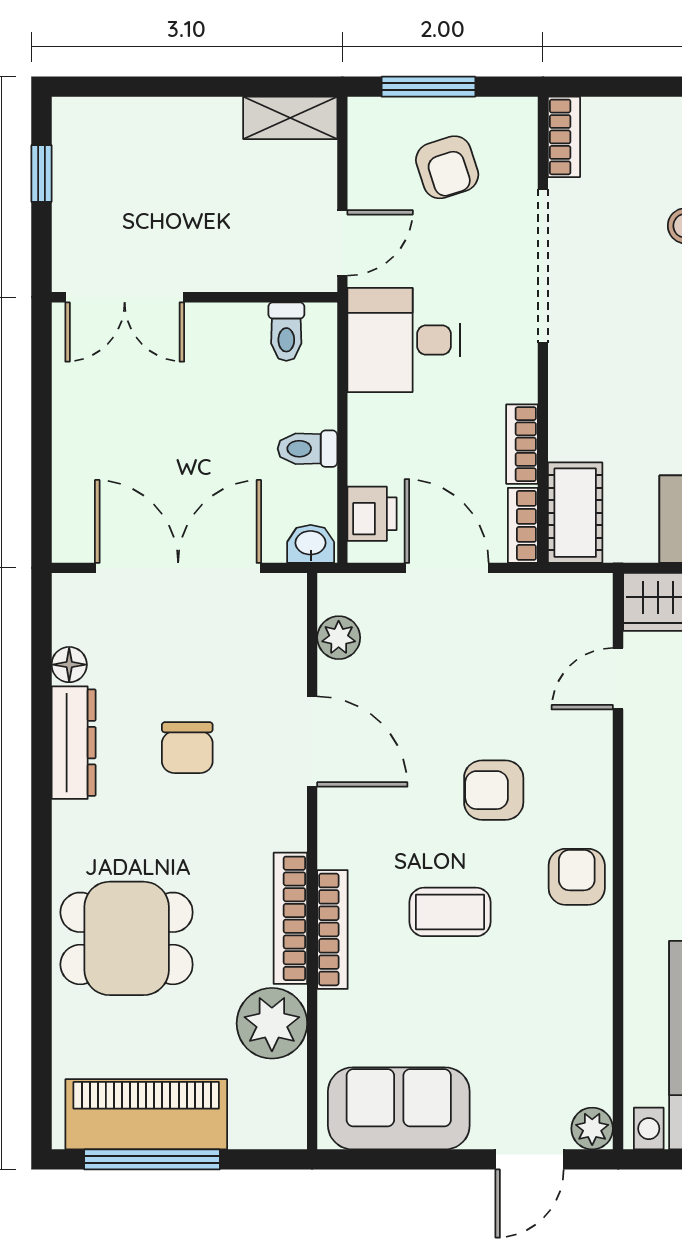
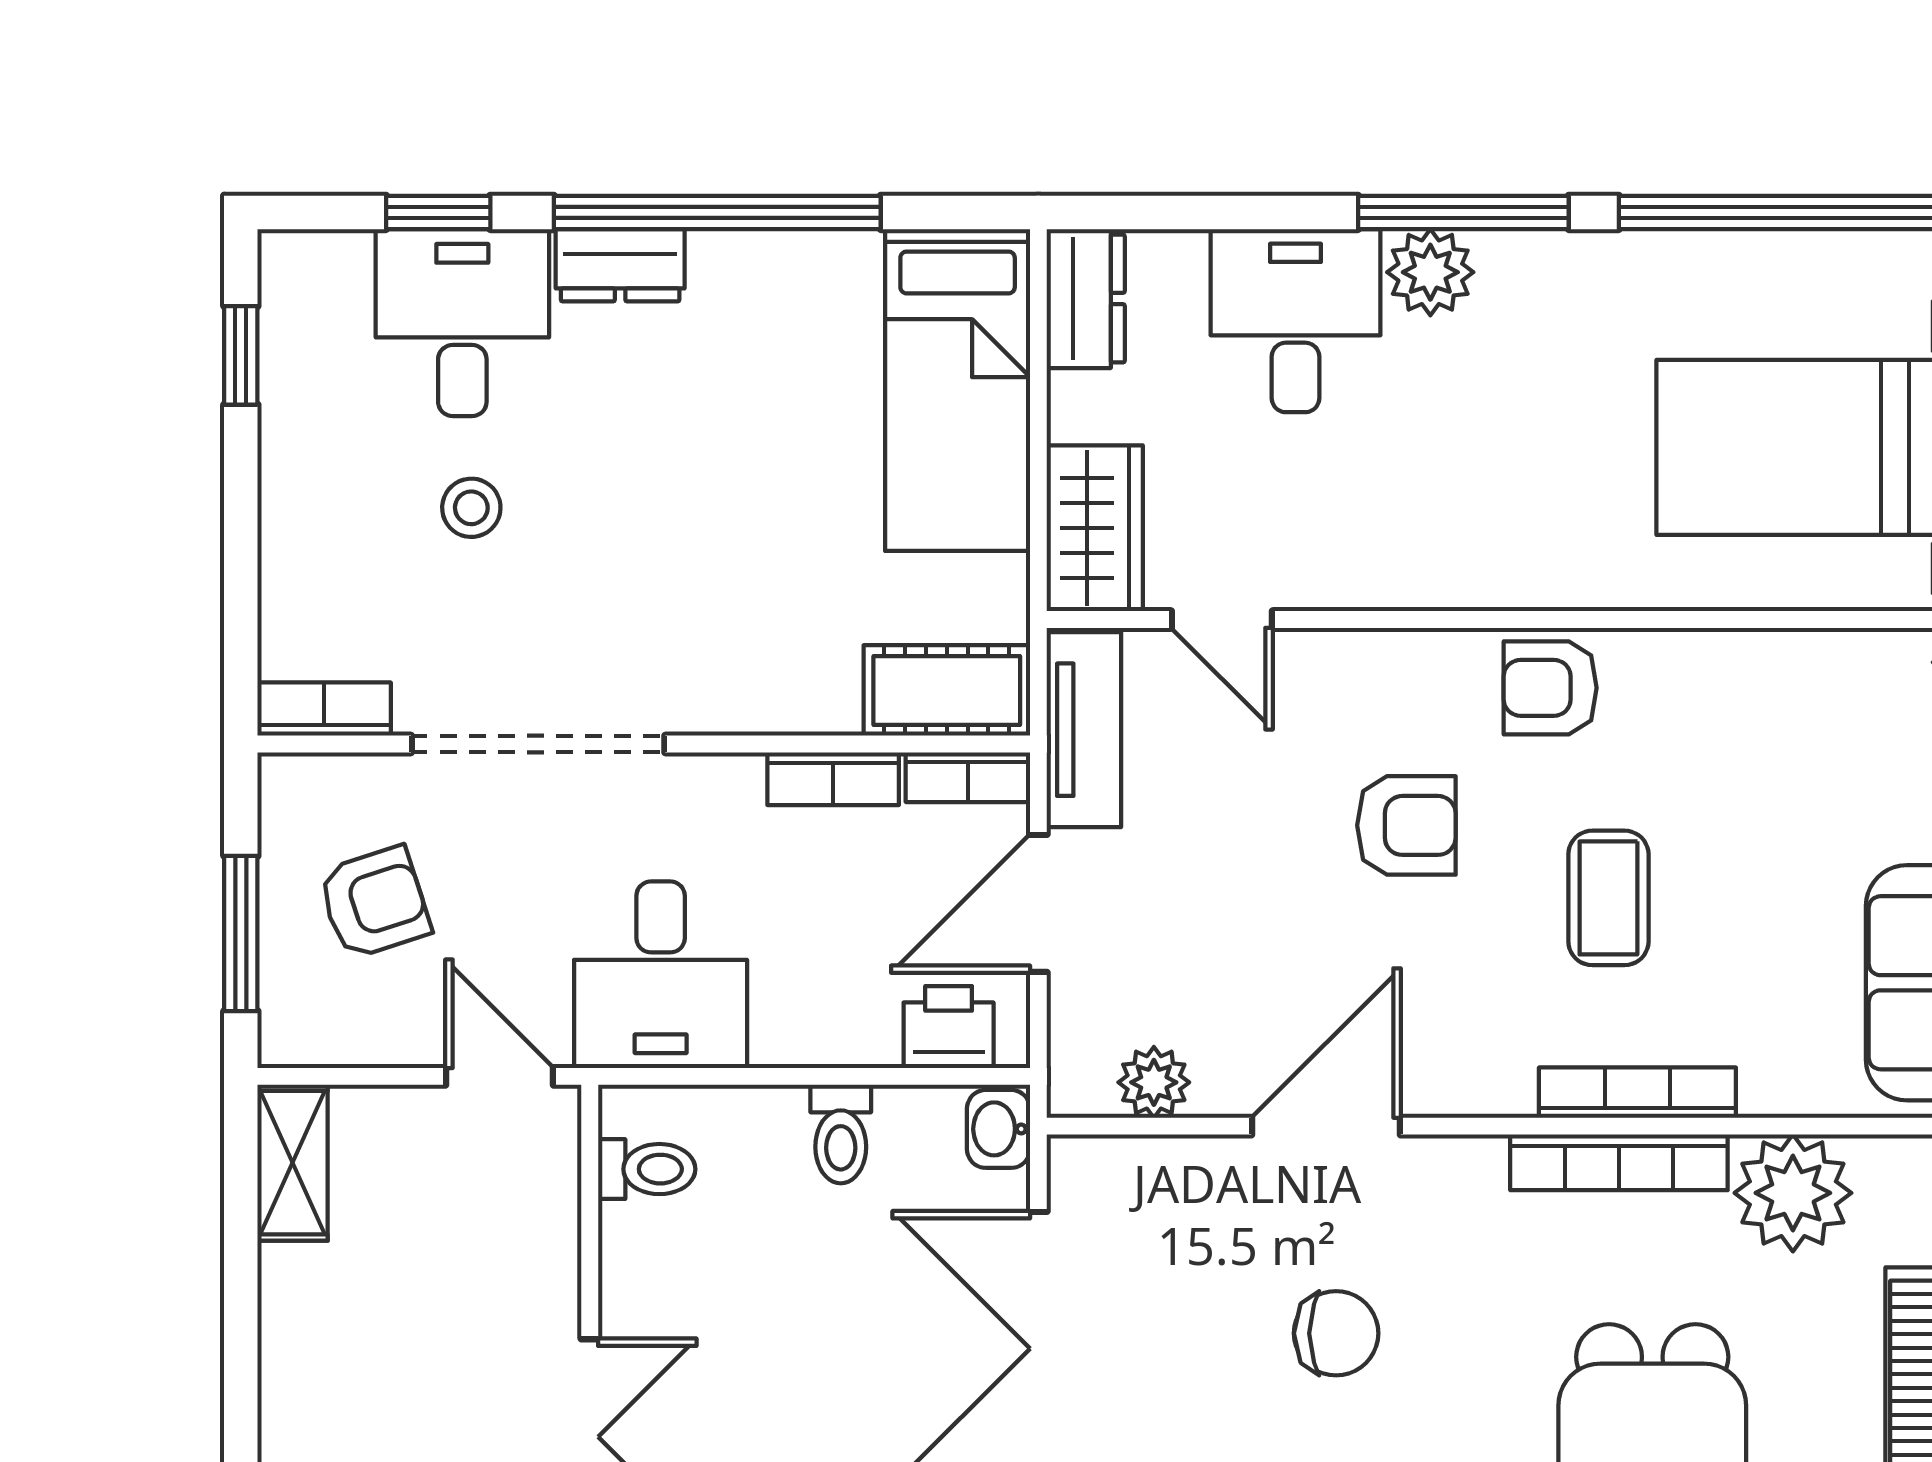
tv unit: (551, 595) -> (1084, 730), added
armchair: (494, 790) -> (1406, 825), turned -90

